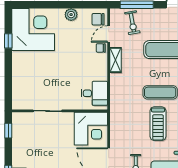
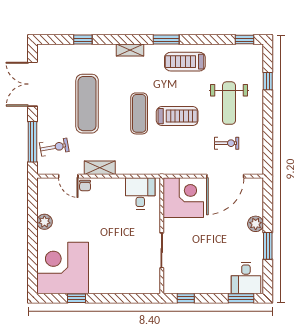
chair: (98, 19) -> (50, 189), removed

